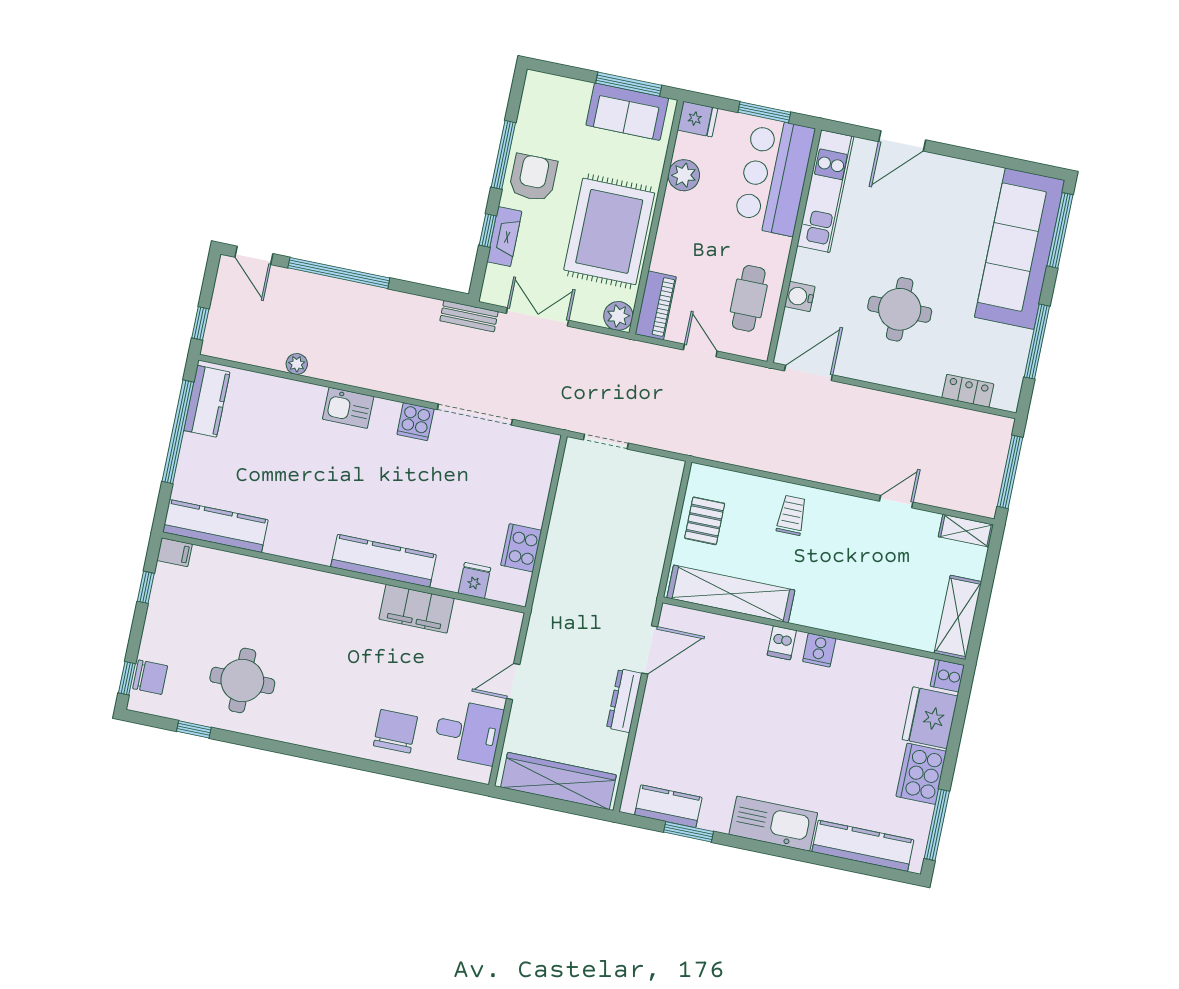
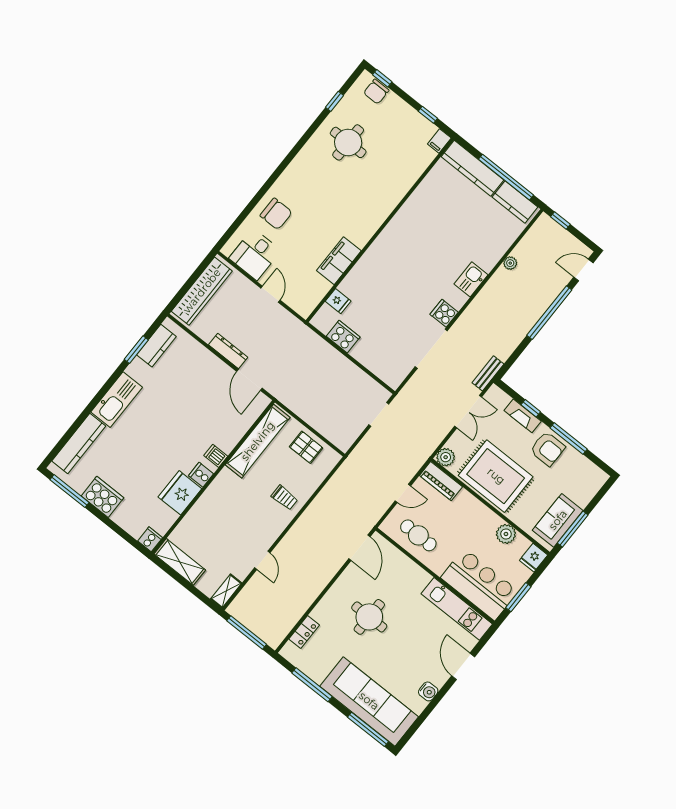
water cooler: (800, 296) -> (428, 691), moved, turned 90
kitchen counter: (215, 526) -> (473, 168), moved, turned 90
kitchen counter: (384, 561) -> (375, 256), removed
fridge: (930, 718) -> (180, 493), moved, turned -90

